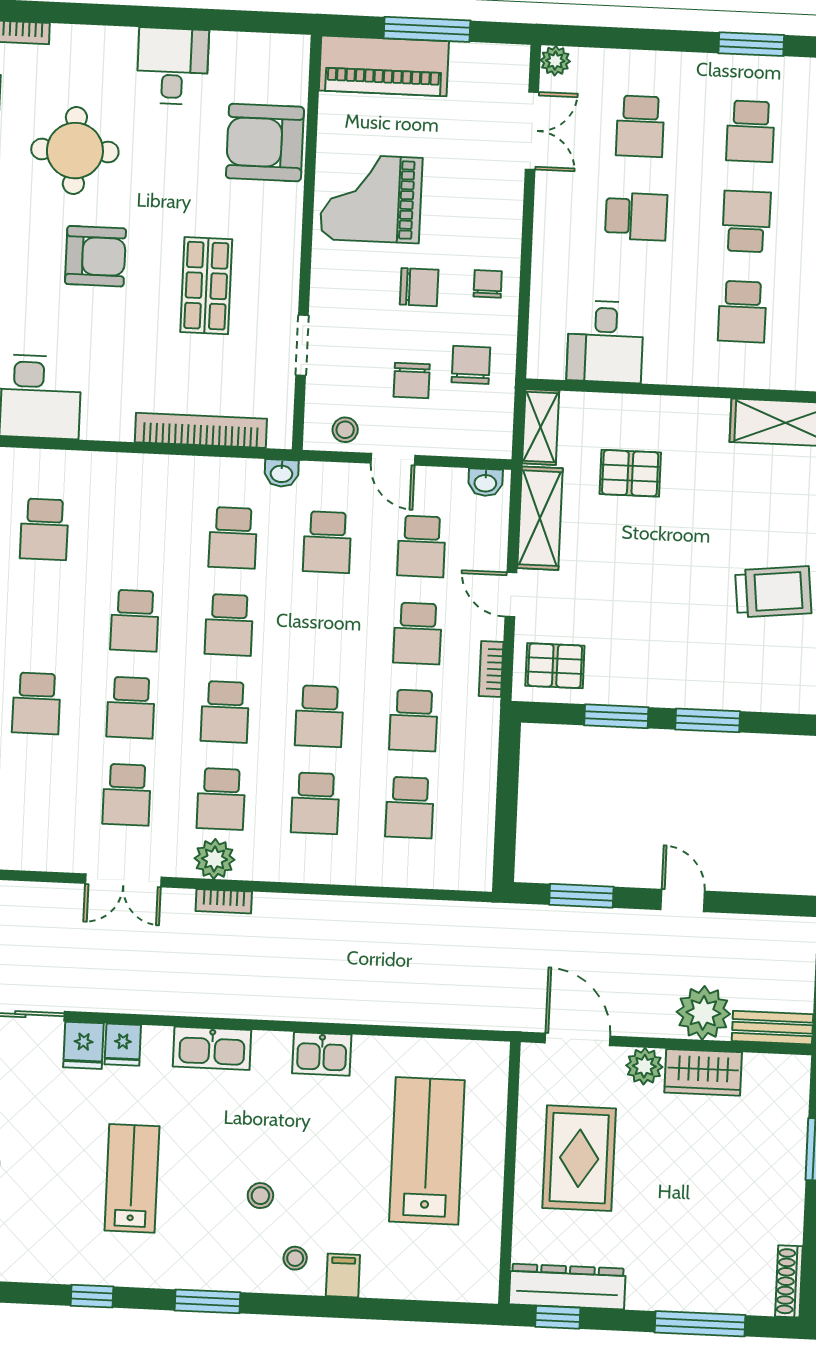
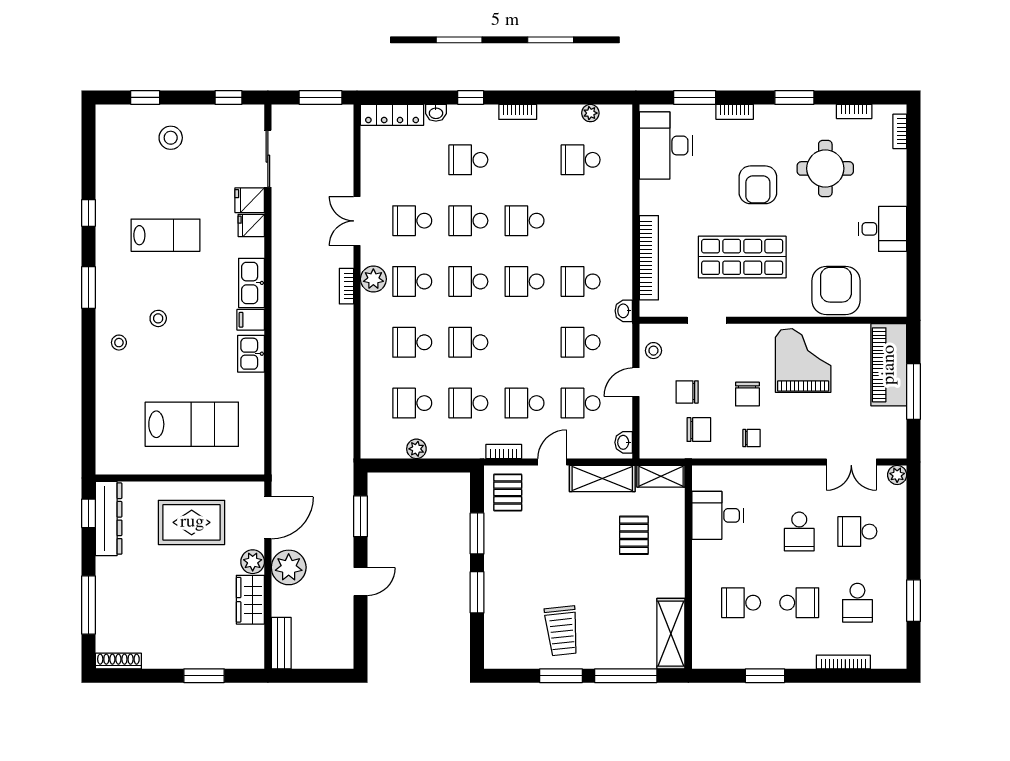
school desk: (750, 131) -> (857, 603), turned -90
shop shelf: (206, 286) -> (742, 257), width x1.43, depth x1.36
plant: (481, 804) -> (416, 449), added
plant: (703, 1013) -> (289, 567), moved
filing cabinet: (343, 1275) -> (251, 320), moved, turned 180

